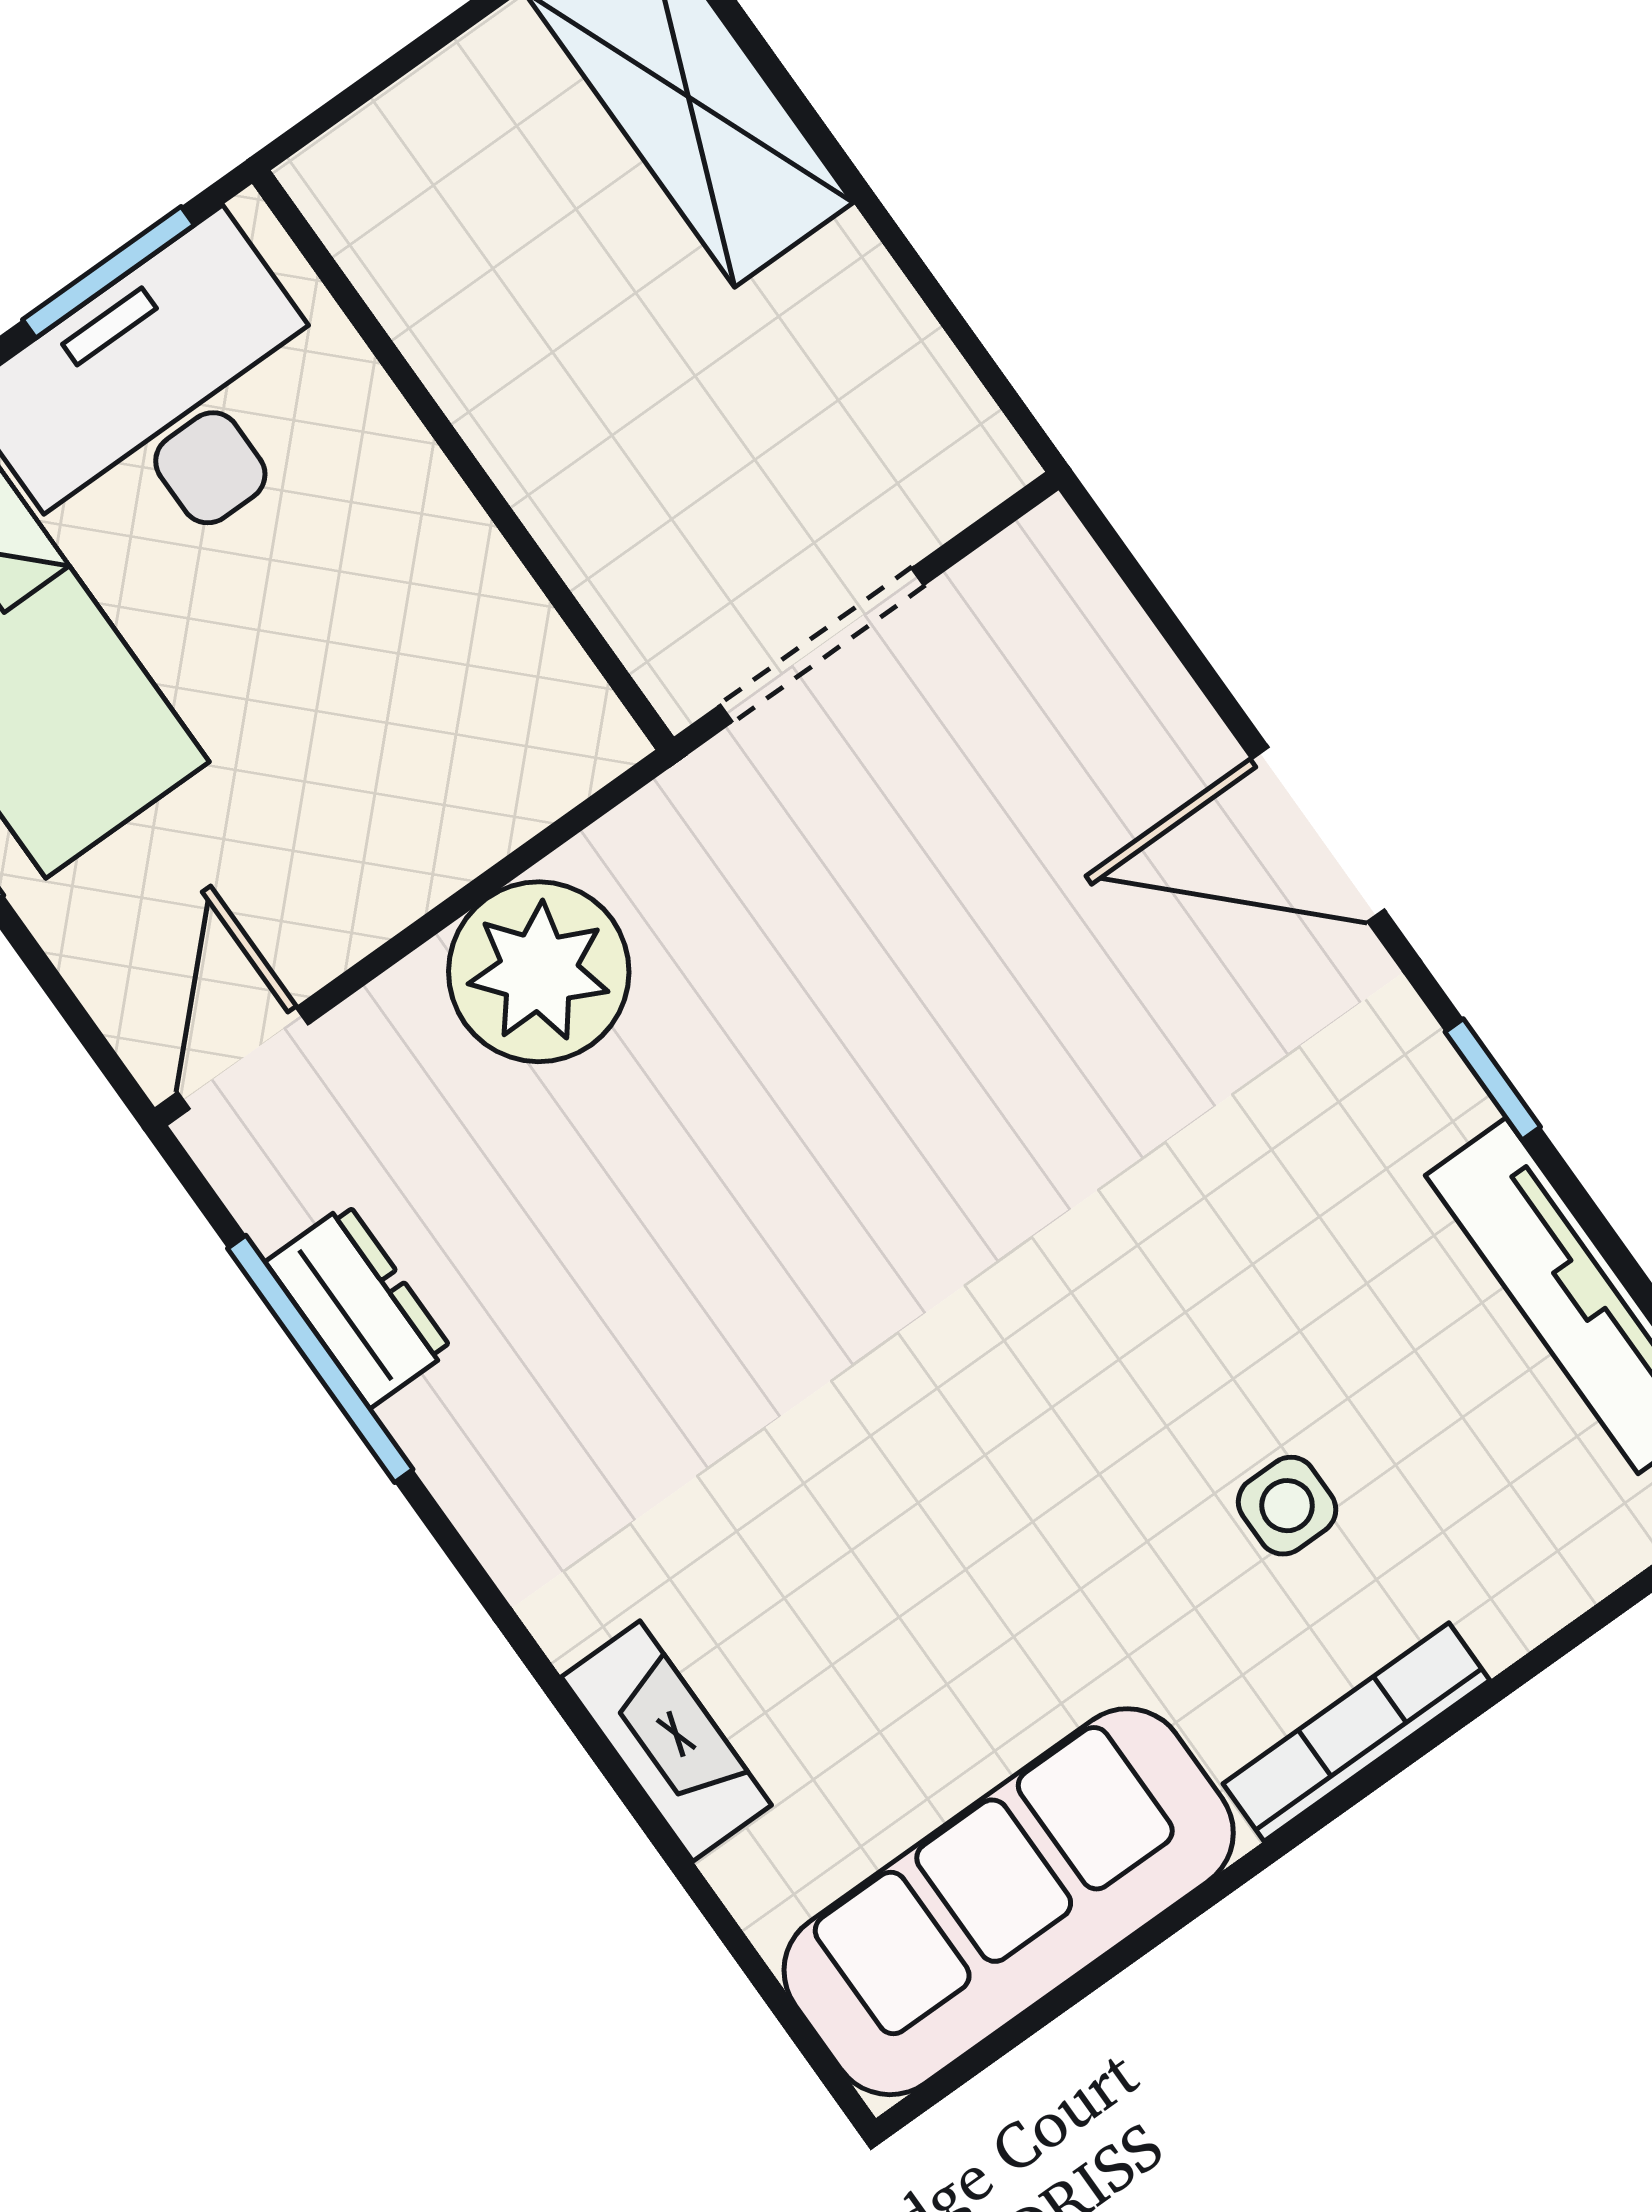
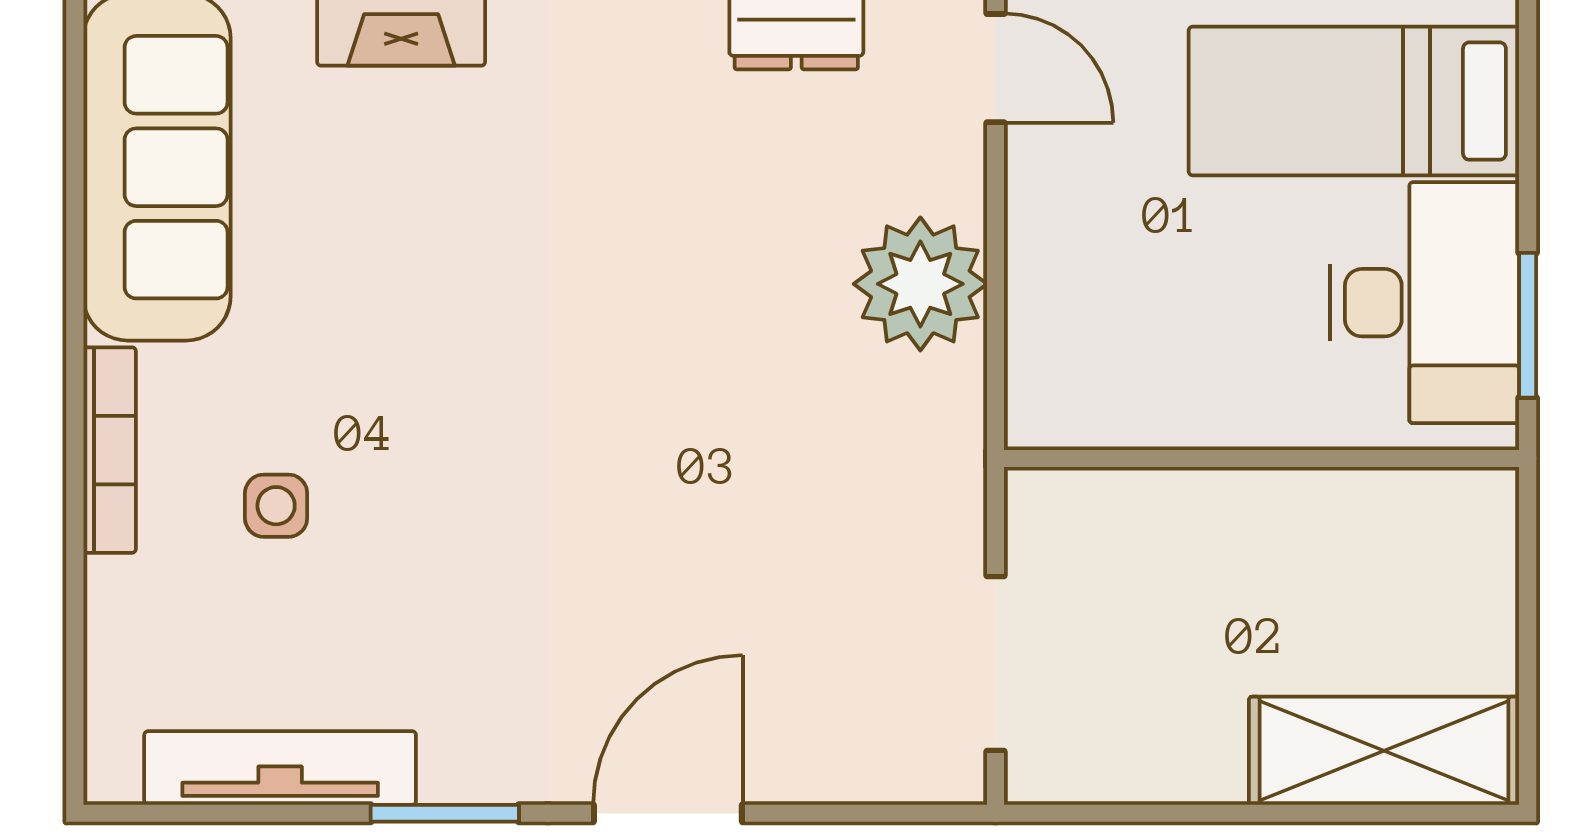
doorway: (822, 645) -> (995, 663), moved
window: (1493, 1079) -> (445, 813), width x1.50

